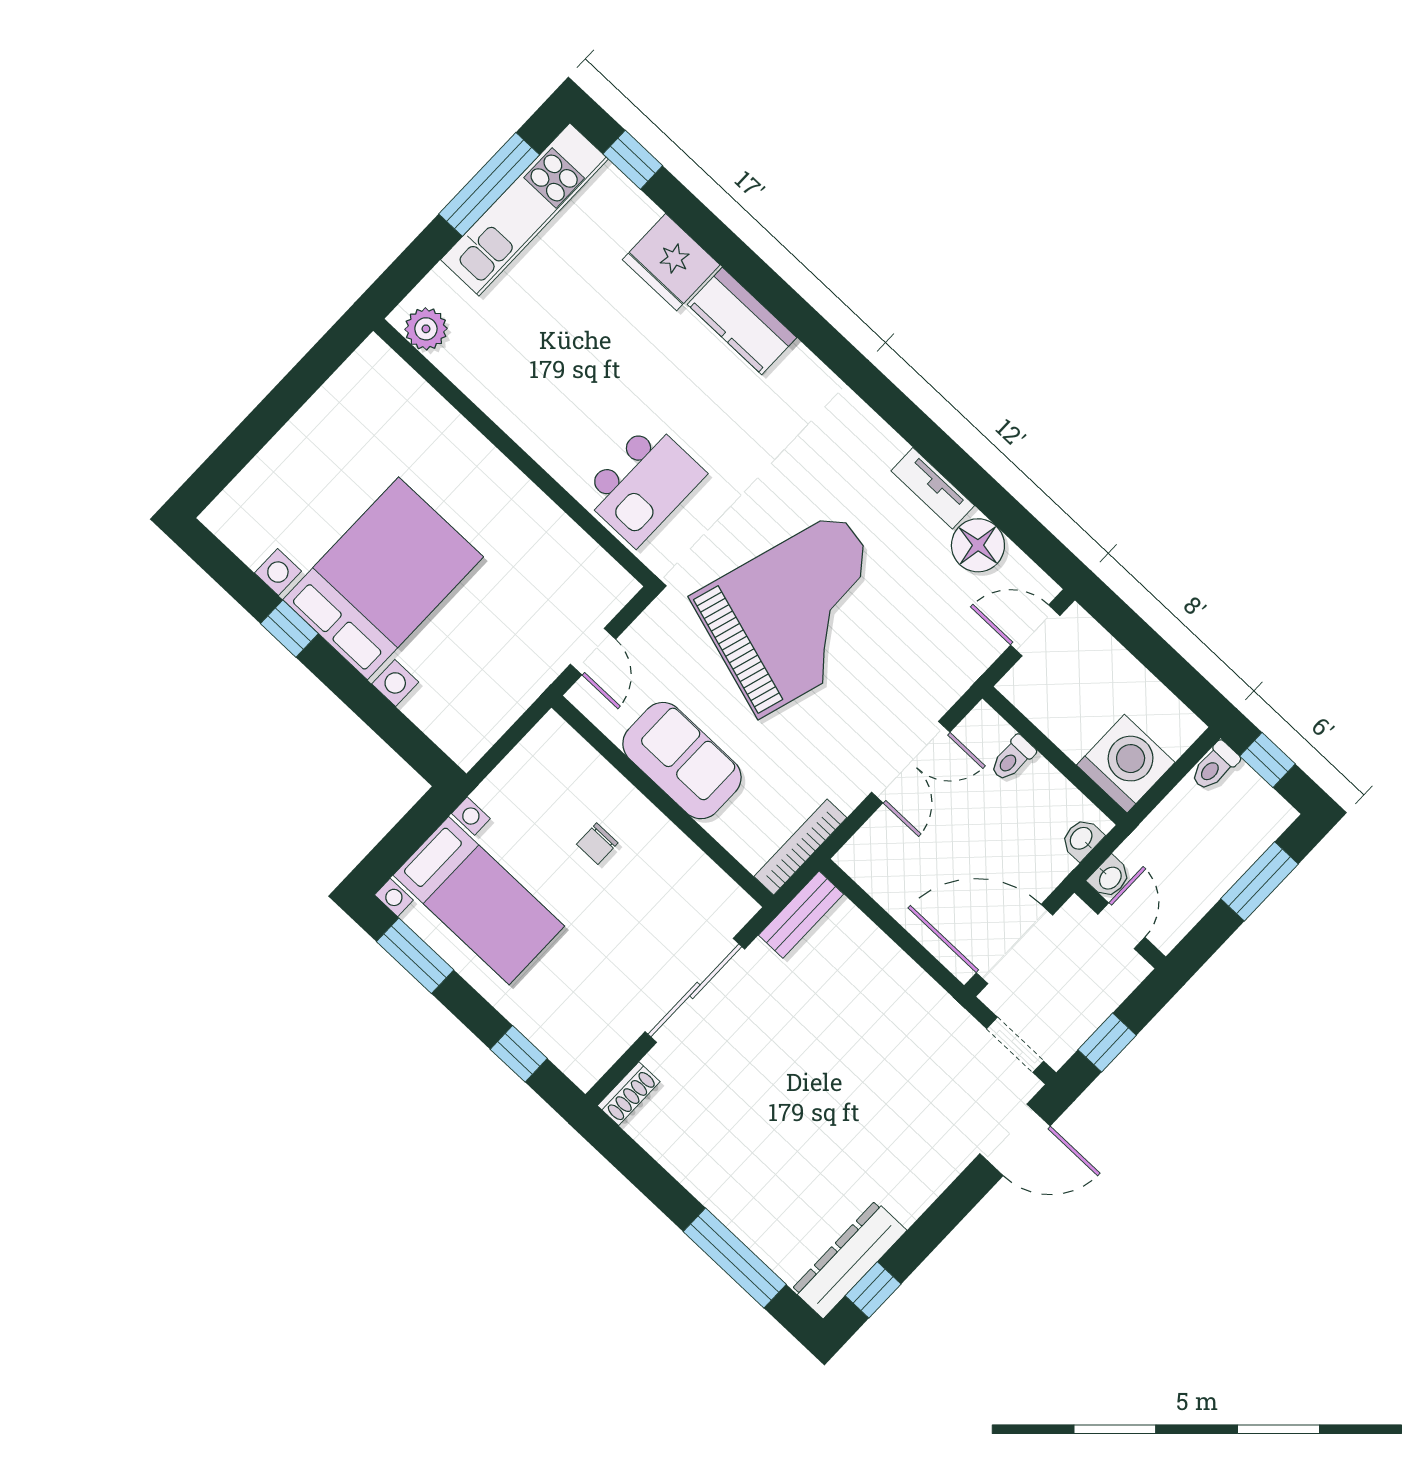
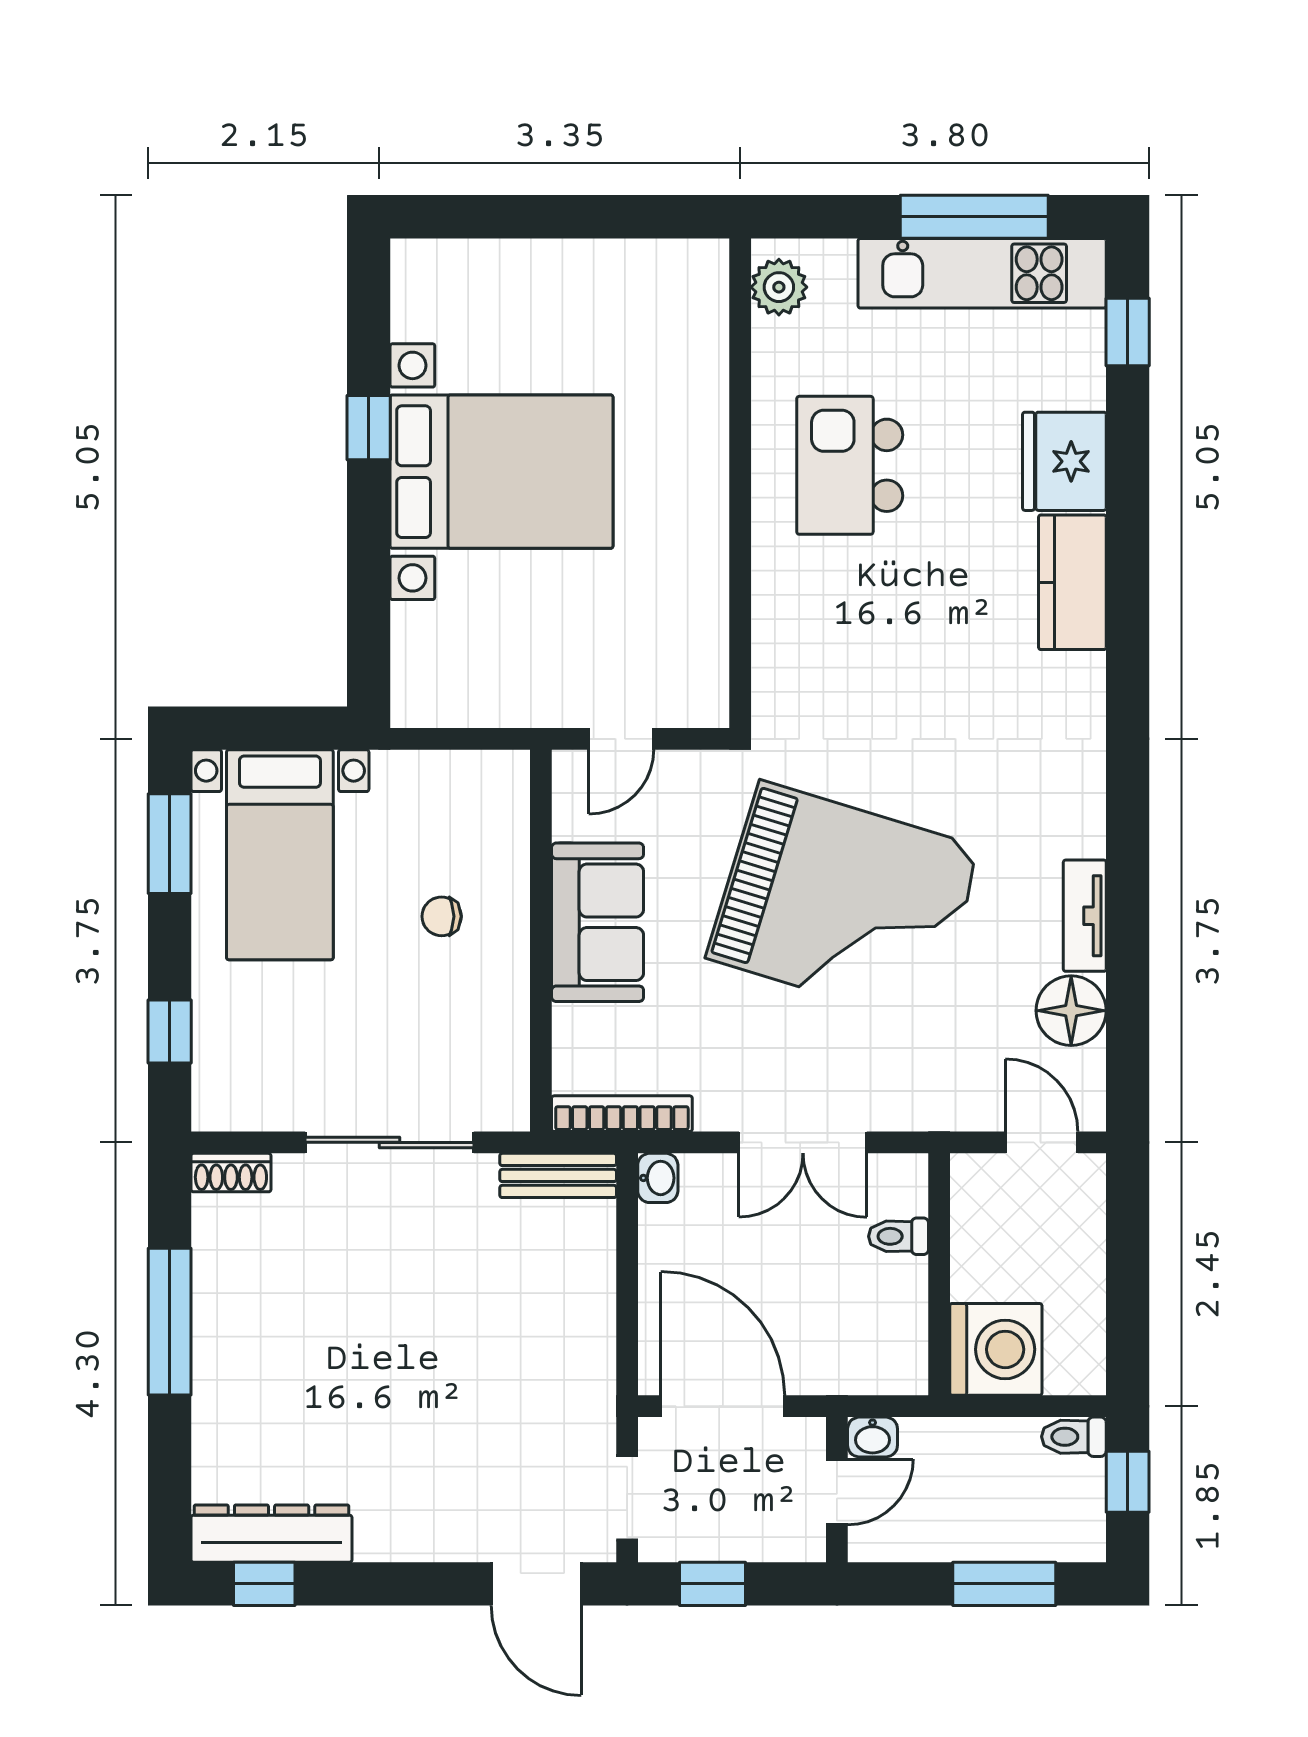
kitchen island: (643, 484) -> (850, 465), moved, turned 90
washbasin: (1082, 839) -> (658, 1178), moved, turned 90
window: (735, 1258) -> (170, 1322), moved

